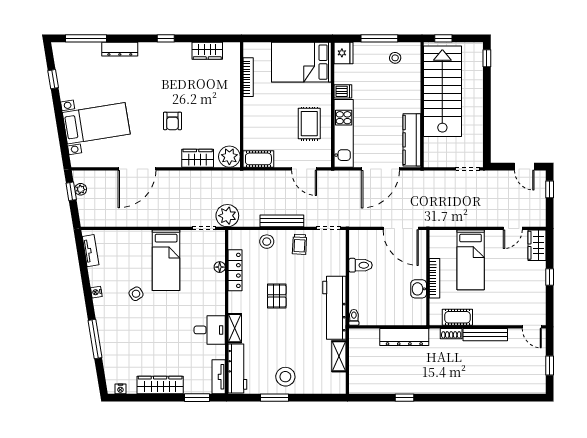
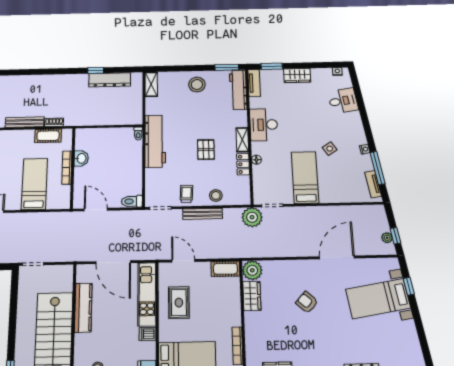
window: (53, 79) -> (409, 286), moved
armchair: (172, 121) -> (307, 302), turned -48
kitchen counter: (412, 140) -> (83, 308), moved
wardrobe: (198, 158) -> (252, 296), moved, turned -90
door: (380, 169) -> (113, 262), swing flipped
door: (401, 228) -> (96, 210), width x0.73
toilet: (360, 265) -> (132, 201), moved
floor lamp: (220, 267) -> (256, 160), moved
locker: (235, 270) -> (243, 164), width x0.66
shelving: (235, 328) -> (242, 140), moved
desk: (210, 330) -> (264, 125), width x1.37
dresser: (404, 337) -> (110, 80), moved, turned 180
window: (95, 339) -> (378, 168), moved
desk: (117, 352) -> (343, 101), added
shelving: (339, 356) -> (151, 84), moved
wardrobe: (160, 385) -> (297, 75), width x0.67
window: (275, 398) -> (227, 67), moved

